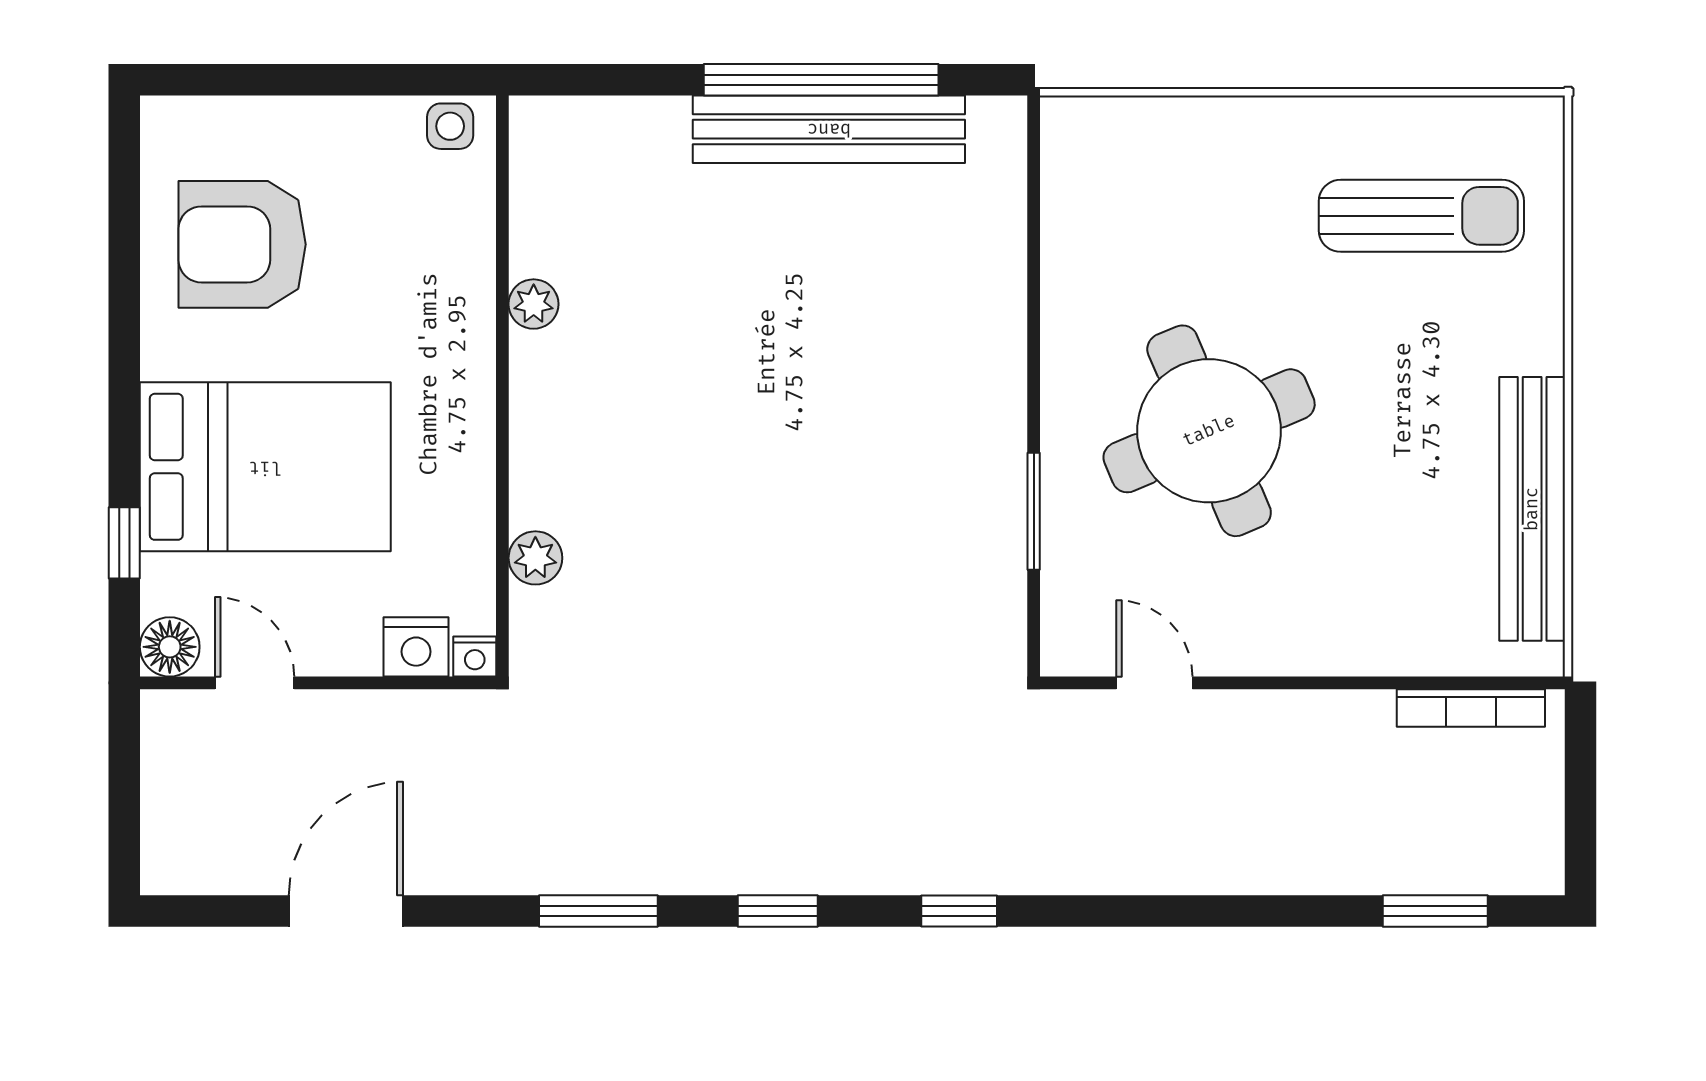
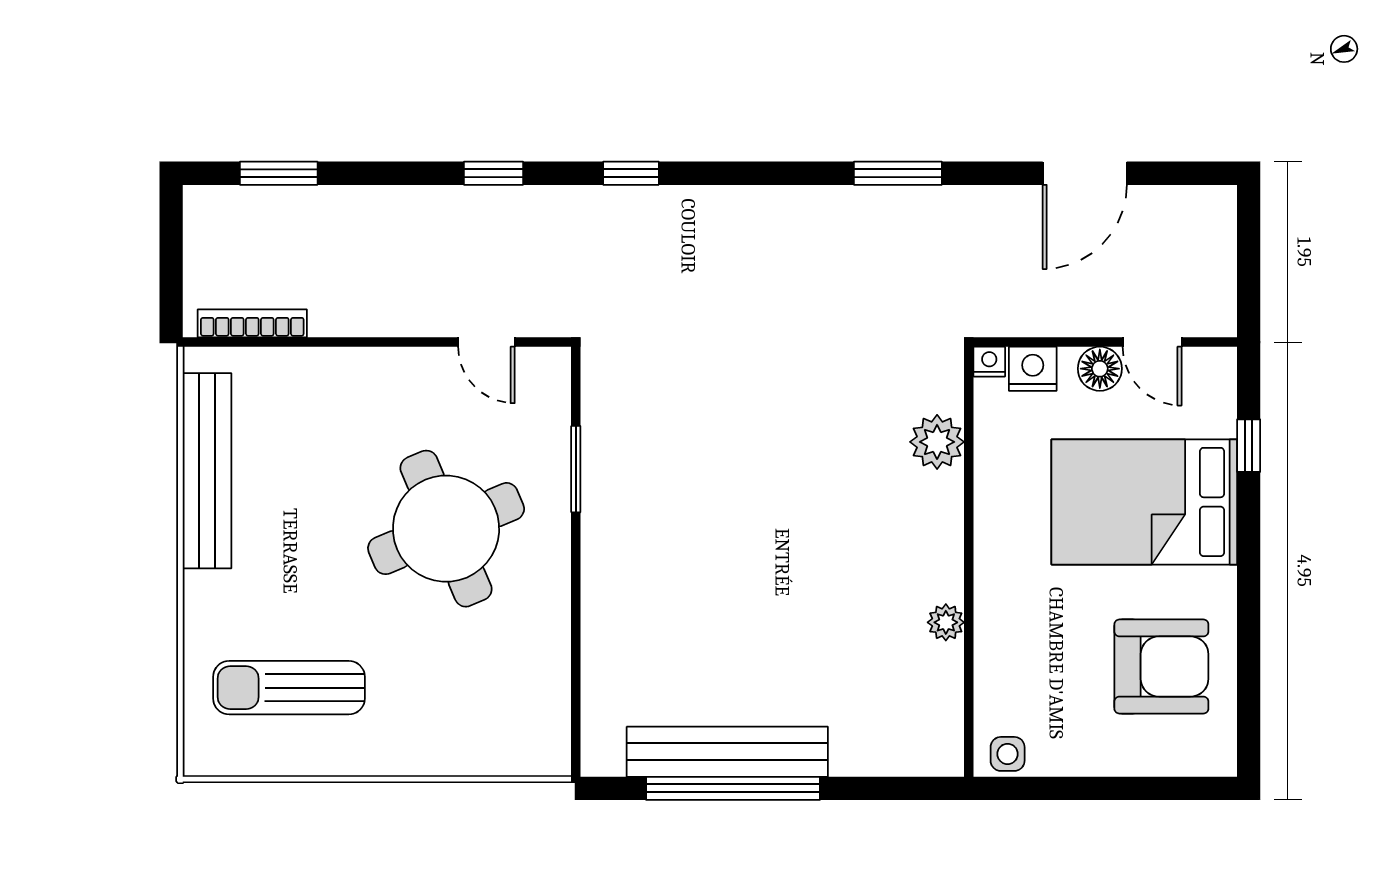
plant: (535, 558) -> (937, 442), width x1.38, depth x1.38
floor lamp: (170, 647) -> (1100, 369), moved
window: (778, 911) -> (494, 173), moved

